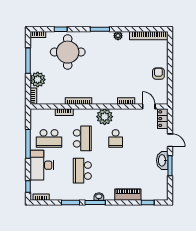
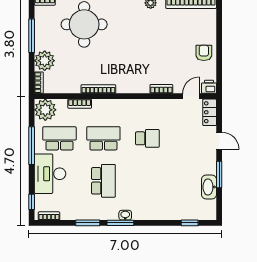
printer: (162, 99) -> (209, 87), added
door: (149, 106) -> (191, 96), hinge flipped
plant: (105, 117) -> (45, 110), moved
school desk: (49, 138) -> (59, 138), turned 180
school desk: (82, 138) -> (103, 138), turned -90
school desk: (116, 138) -> (147, 138), turned -90
washbasin: (162, 160) -> (209, 187), moved
school desk: (82, 171) -> (103, 181), turned 180
piano: (128, 195) -> (164, 213), removed

